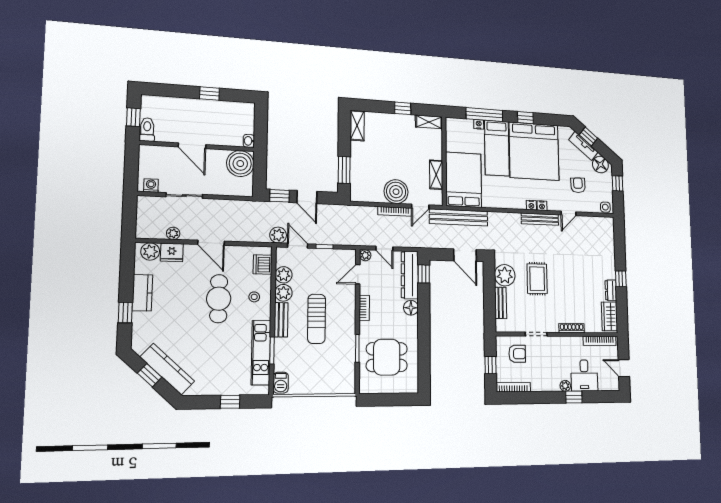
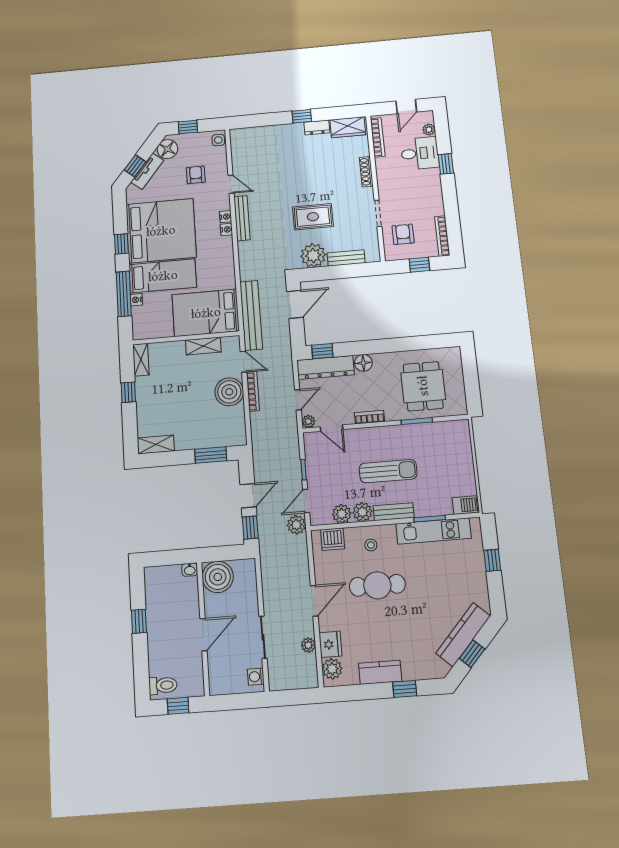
toilet: (147, 129) -> (163, 685), moved, turned 180
armchair: (578, 185) -> (196, 175), turned 92
plant: (565, 386) -> (429, 130), moved

